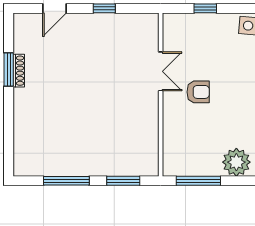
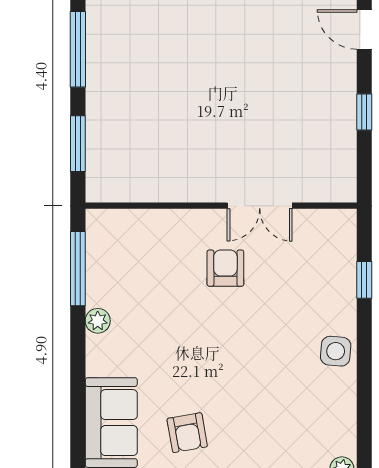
armchair: (198, 92) -> (225, 268), turned 180
plant: (236, 162) -> (98, 321), width x0.53, depth x0.53

